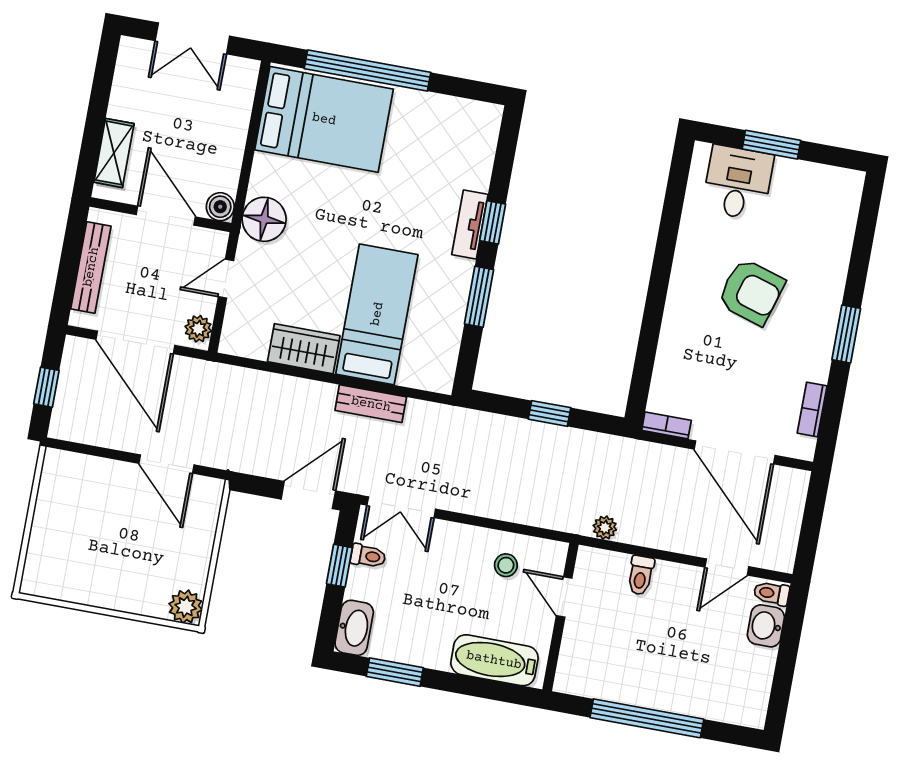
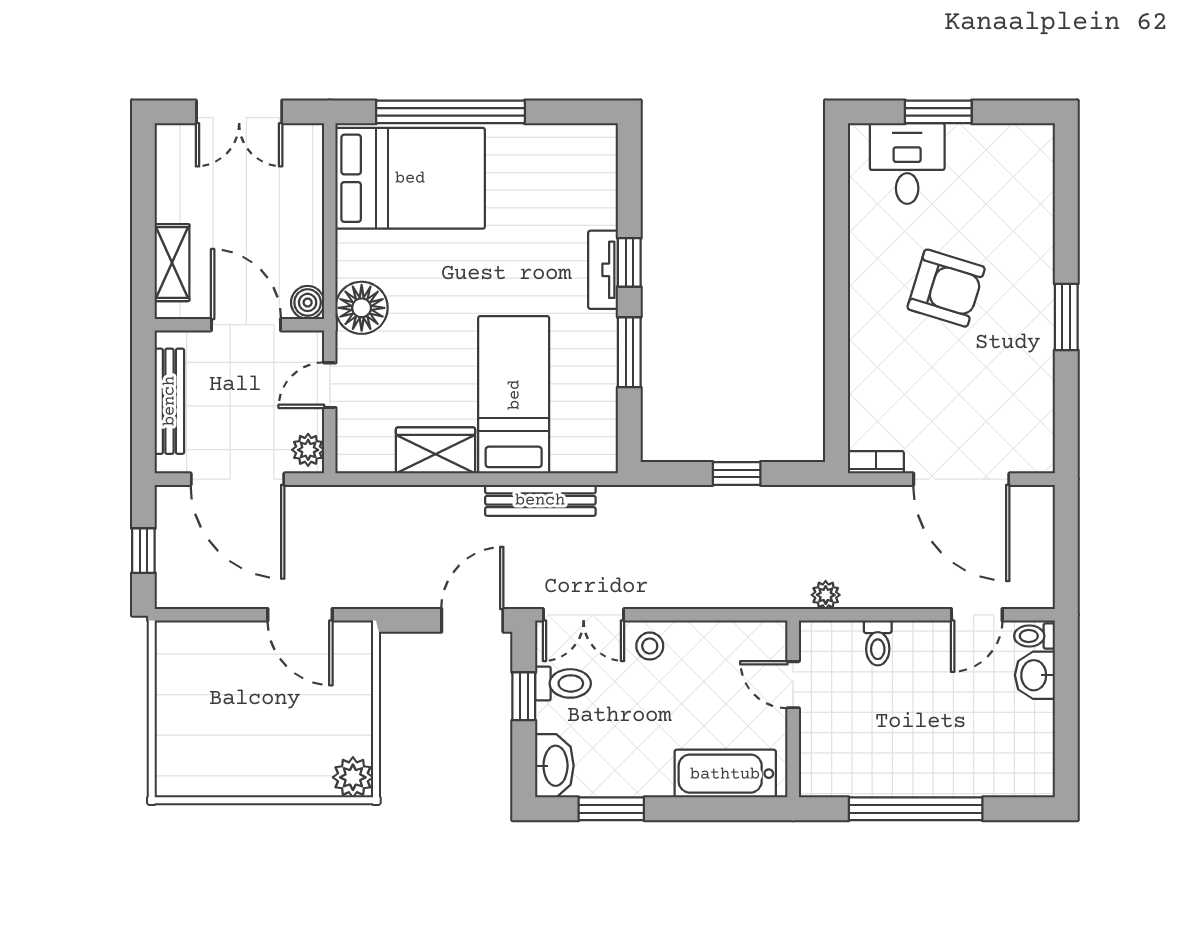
bench: (371, 404) -> (540, 500), width x1.36
bookcase: (812, 410) -> (1043, 413), removed
toilet: (368, 556) -> (563, 683), width x1.37, depth x1.39
stool: (506, 565) -> (650, 646), moved

